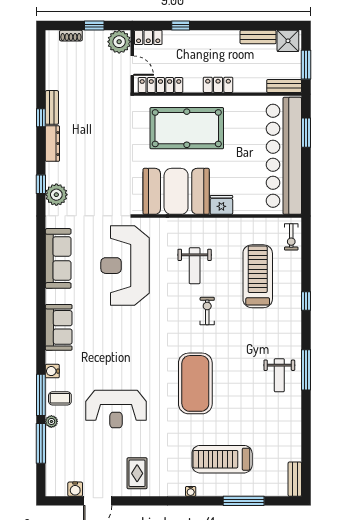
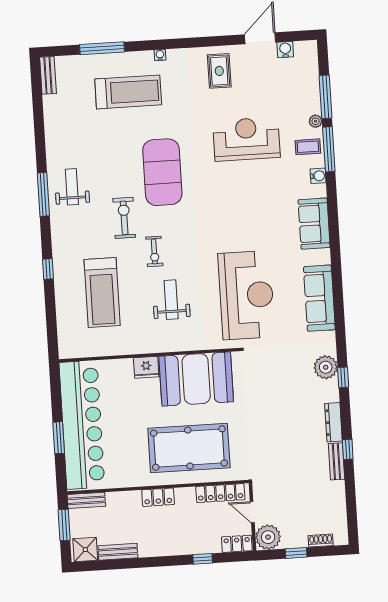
window: (306, 133) -> (59, 438), moved
exercise bike: (291, 237) -> (124, 218), moved, width x1.38, depth x1.39

